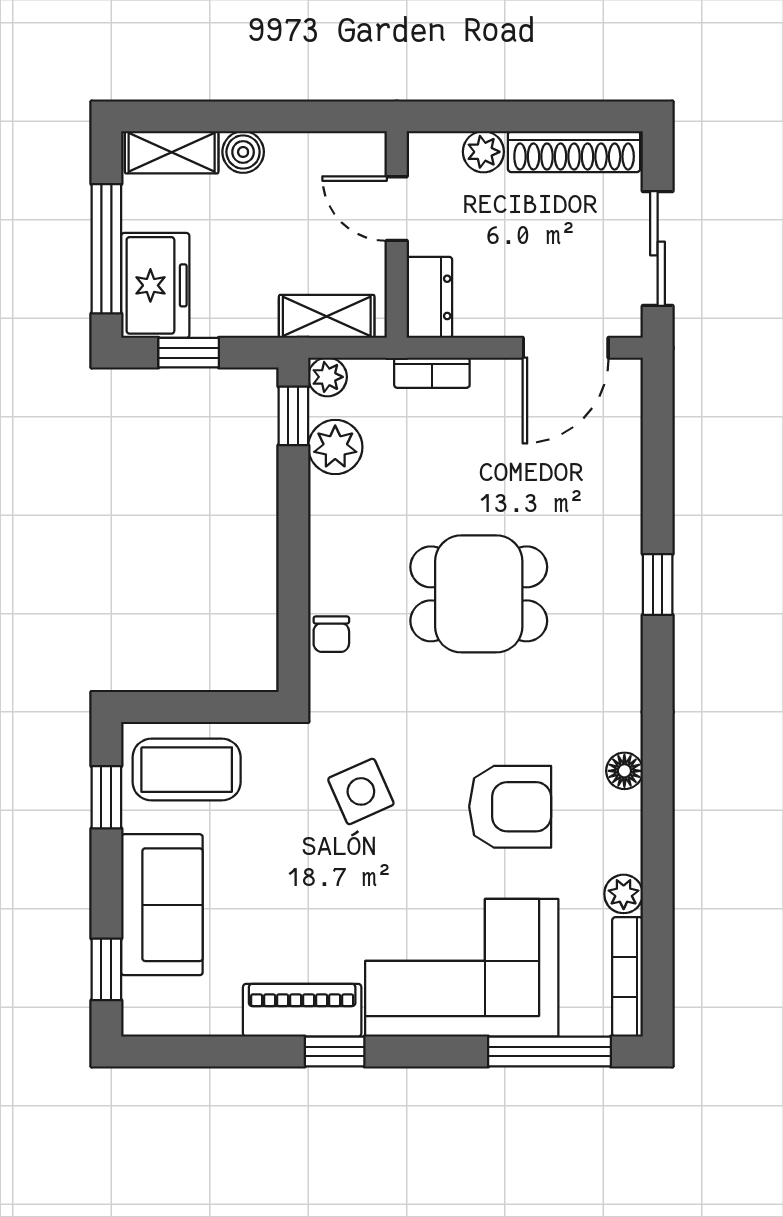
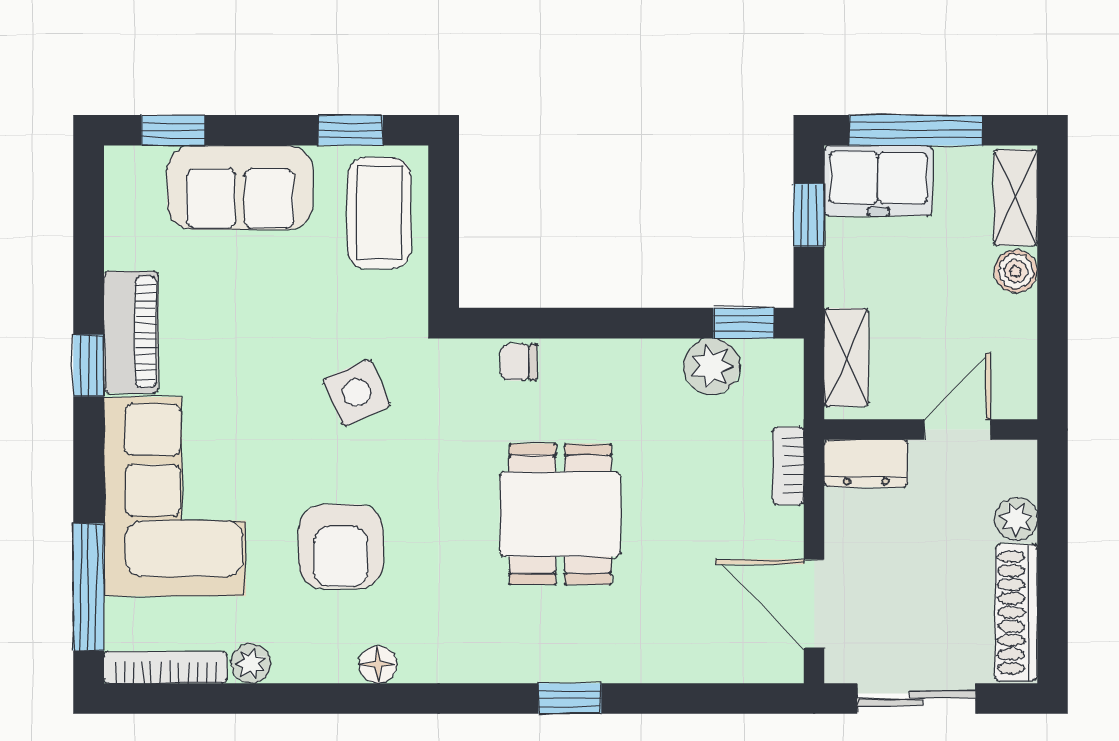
plant: (327, 377) -> (784, 358), removed

